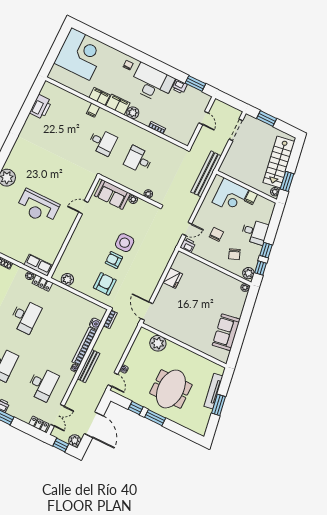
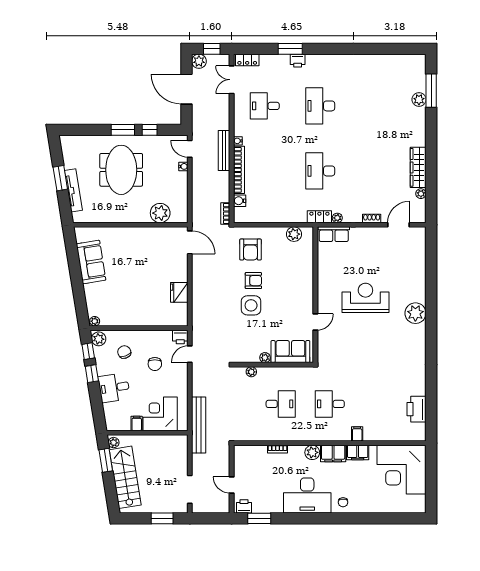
corner desk: (80, 54) -> (401, 470), moved
printer: (179, 87) -> (244, 506), moved
desk: (43, 384) -> (265, 106), width x0.73

